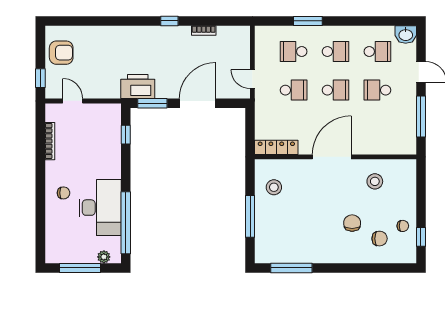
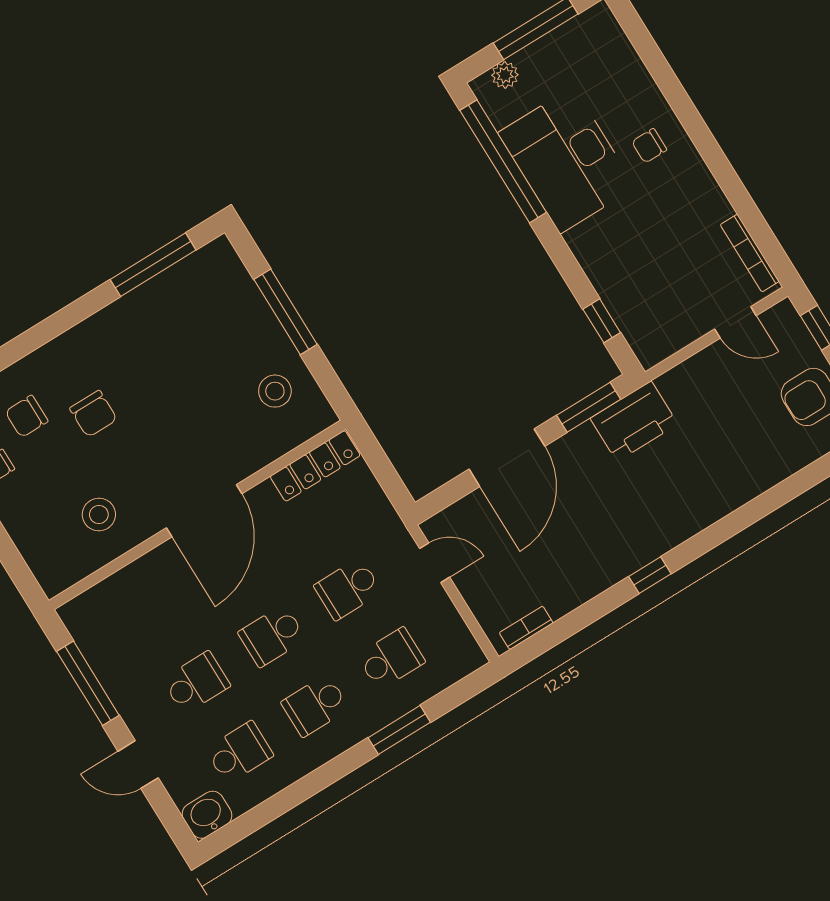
bookcase: (204, 30) -> (526, 628), moved
school desk: (377, 52) -> (239, 752), turned 180
bookcase: (50, 141) -> (750, 253), moved

